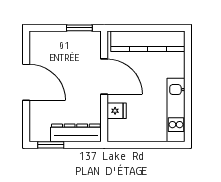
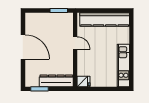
door: (104, 77) -> (75, 43), width x0.53
fridge: (117, 111) -> (84, 82), moved

